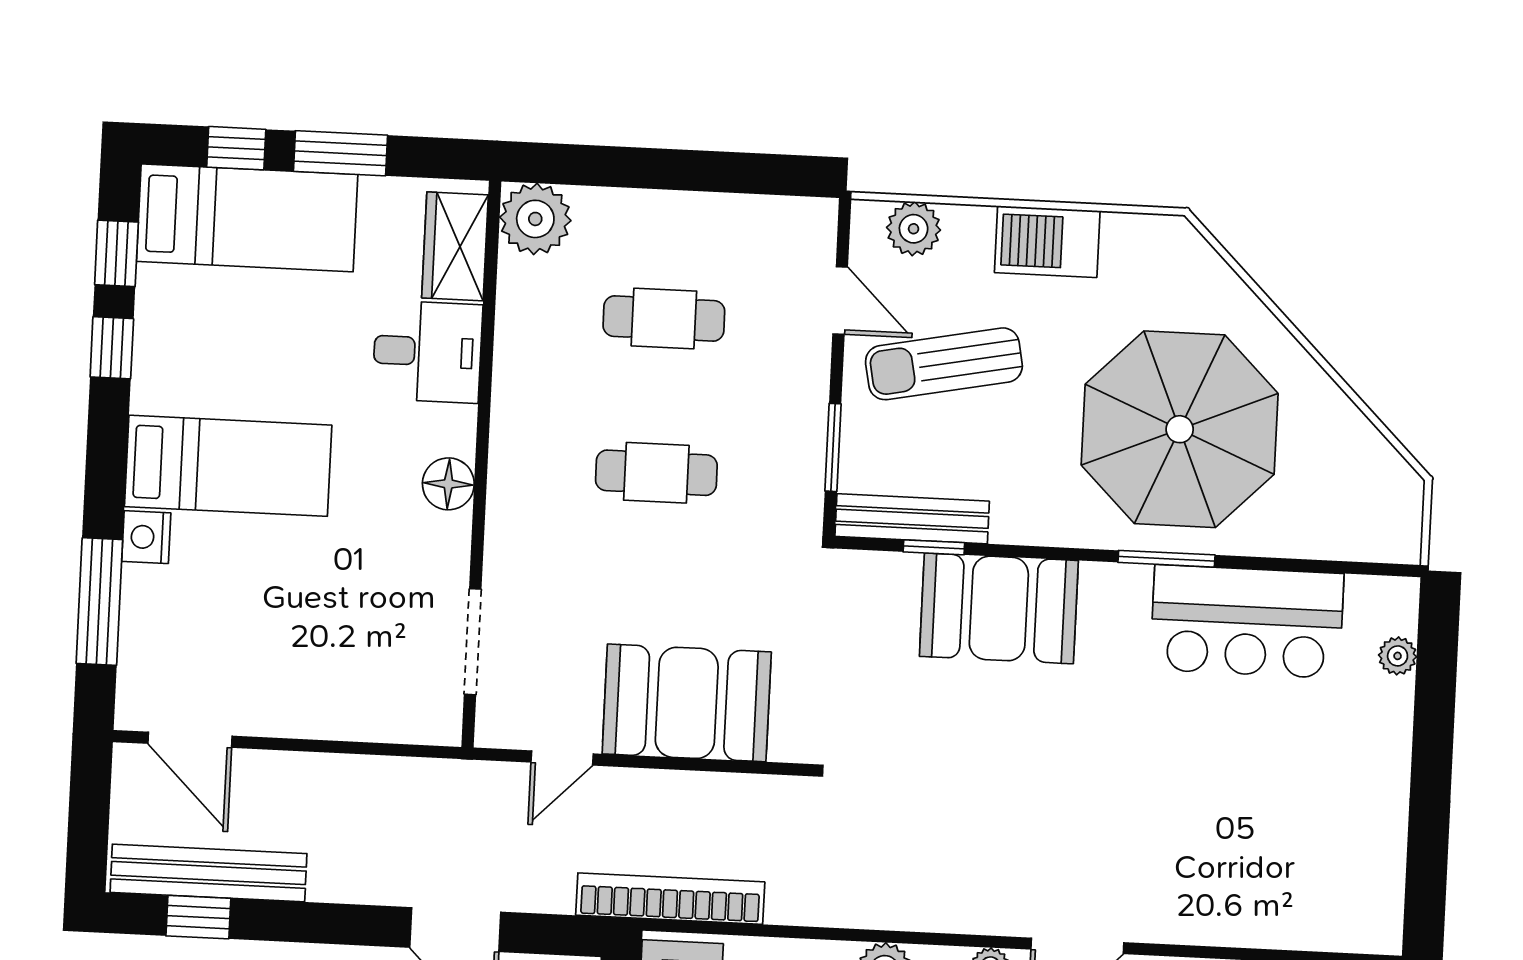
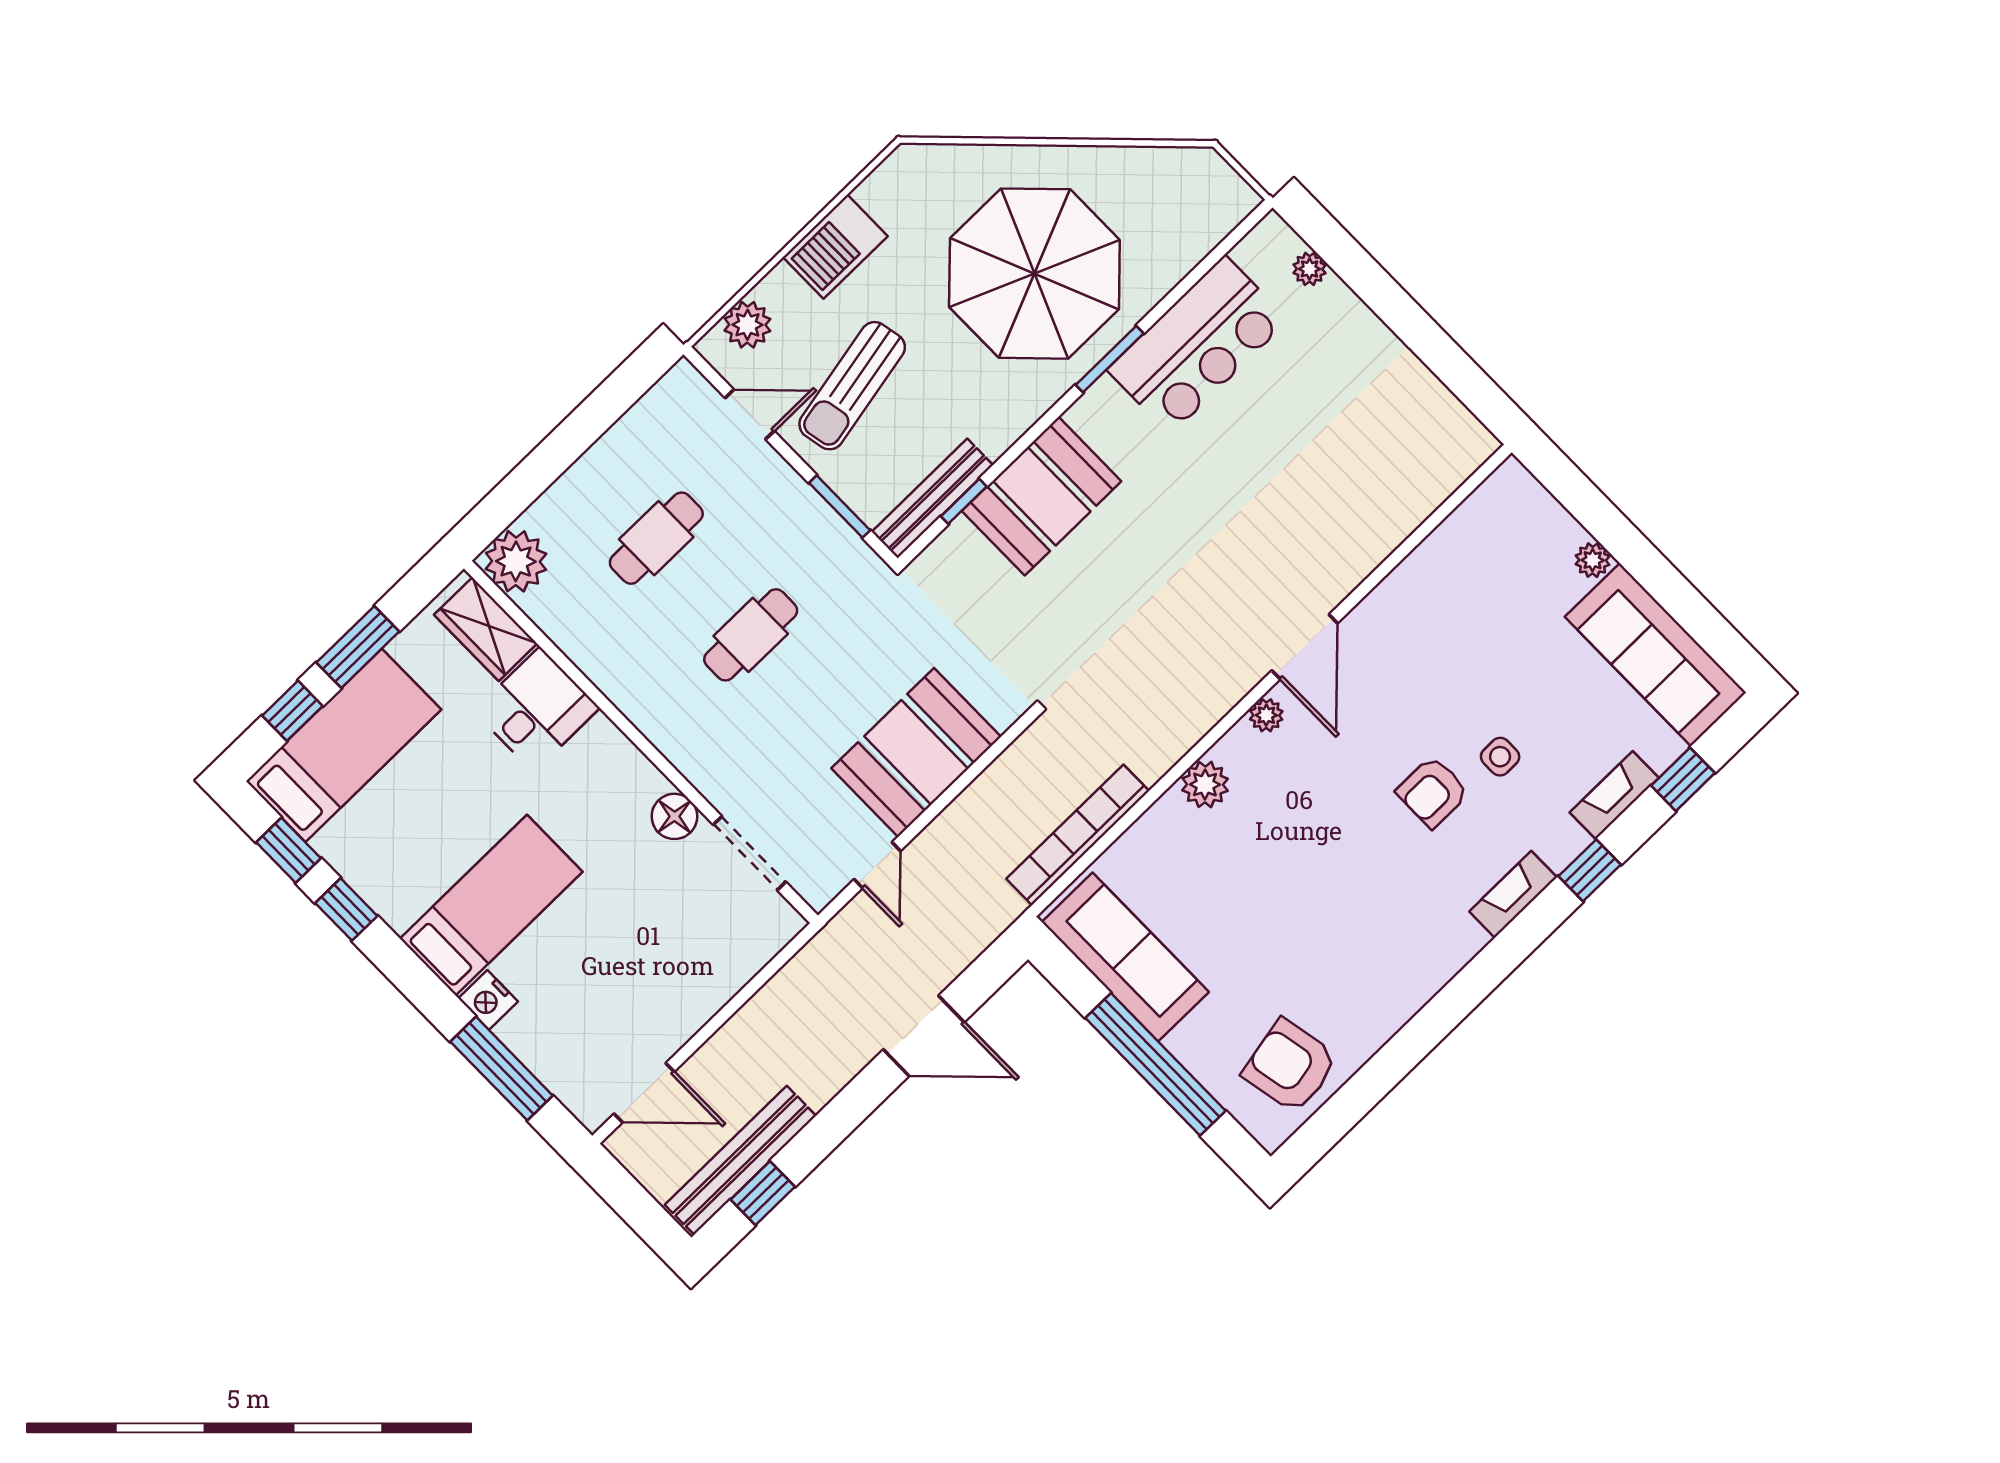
floor lamp: (448, 484) -> (674, 816), moved
bookcase: (670, 899) -> (1078, 835), moved

